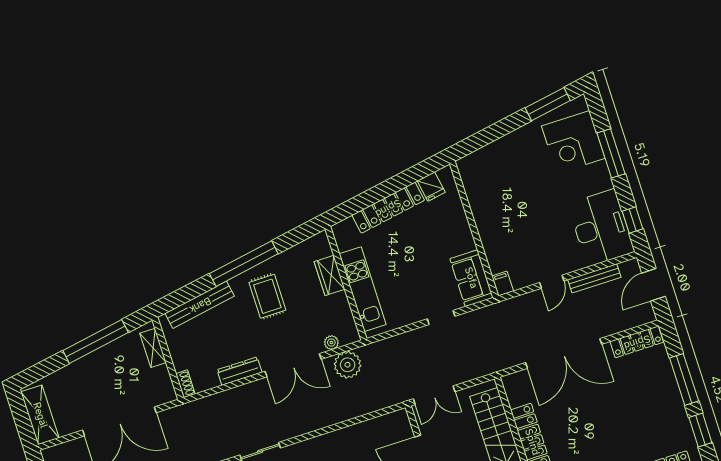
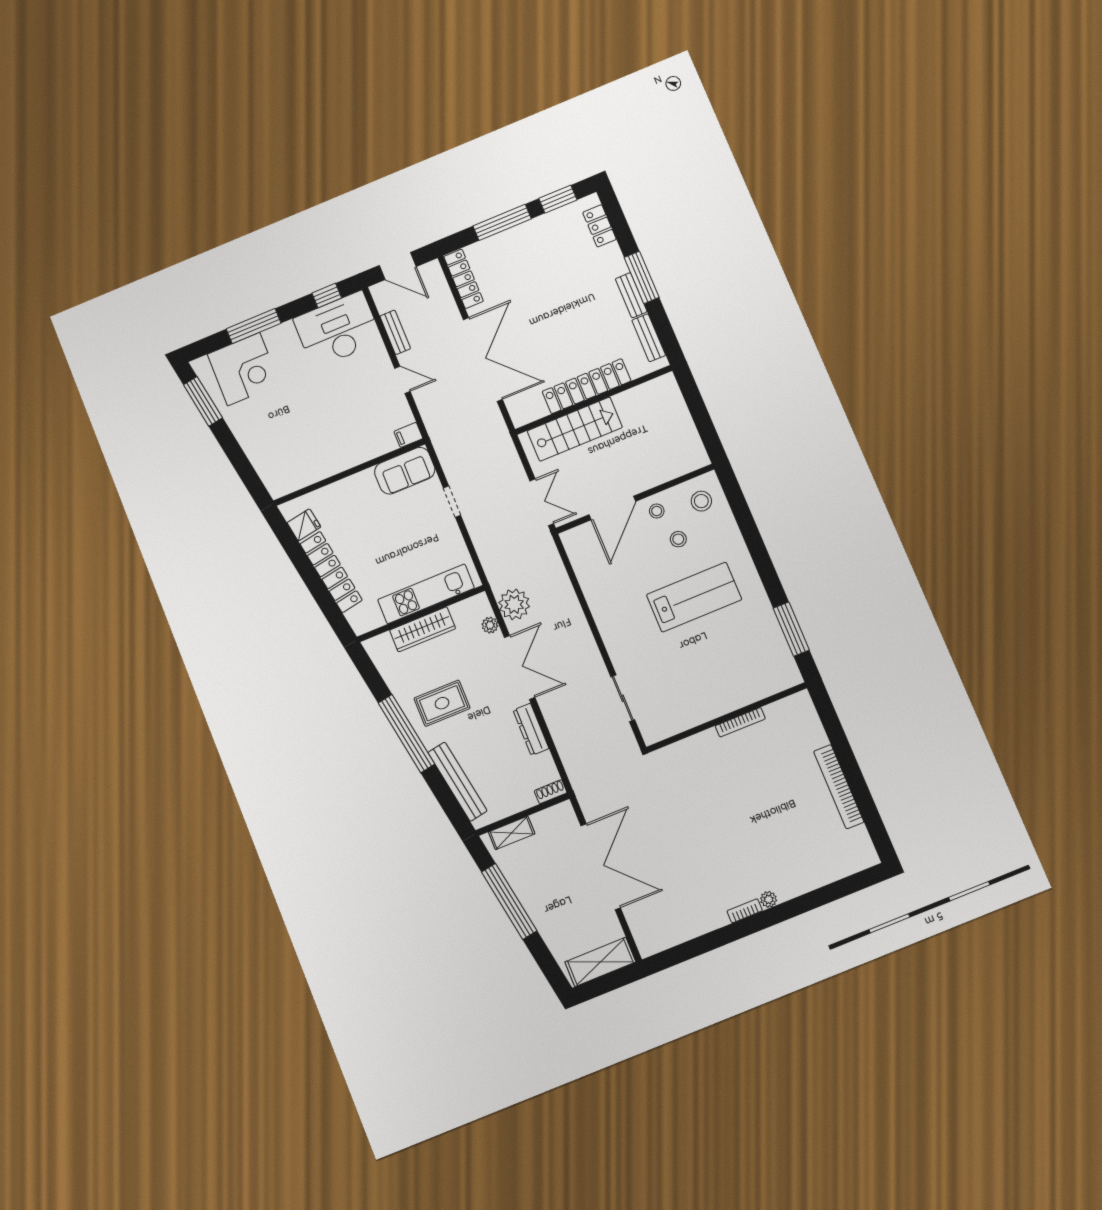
wardrobe: (329, 275) -> (423, 629), width x1.50
bench: (594, 278) -> (395, 332), width x0.73

